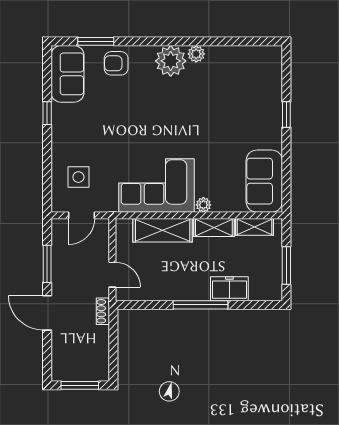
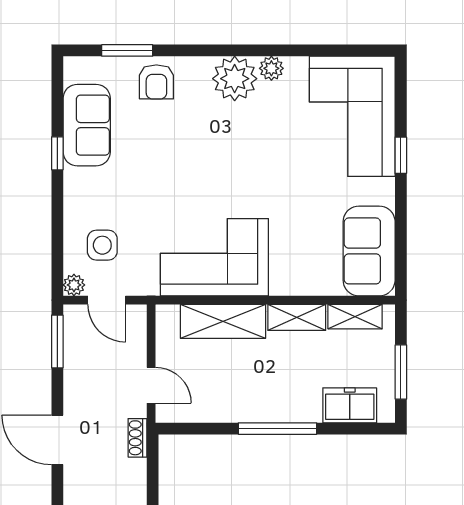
armchair: (116, 63) -> (156, 82), turned -90
sofa: (68, 74) -> (87, 125), moved
corner sofa: (253, 87) -> (352, 116), added
plant: (203, 205) -> (74, 285), moved
door: (82, 215) -> (107, 300), hinge flipped
window: (47, 264) -> (57, 341), moved
freezer: (229, 289) -> (350, 405), moved

